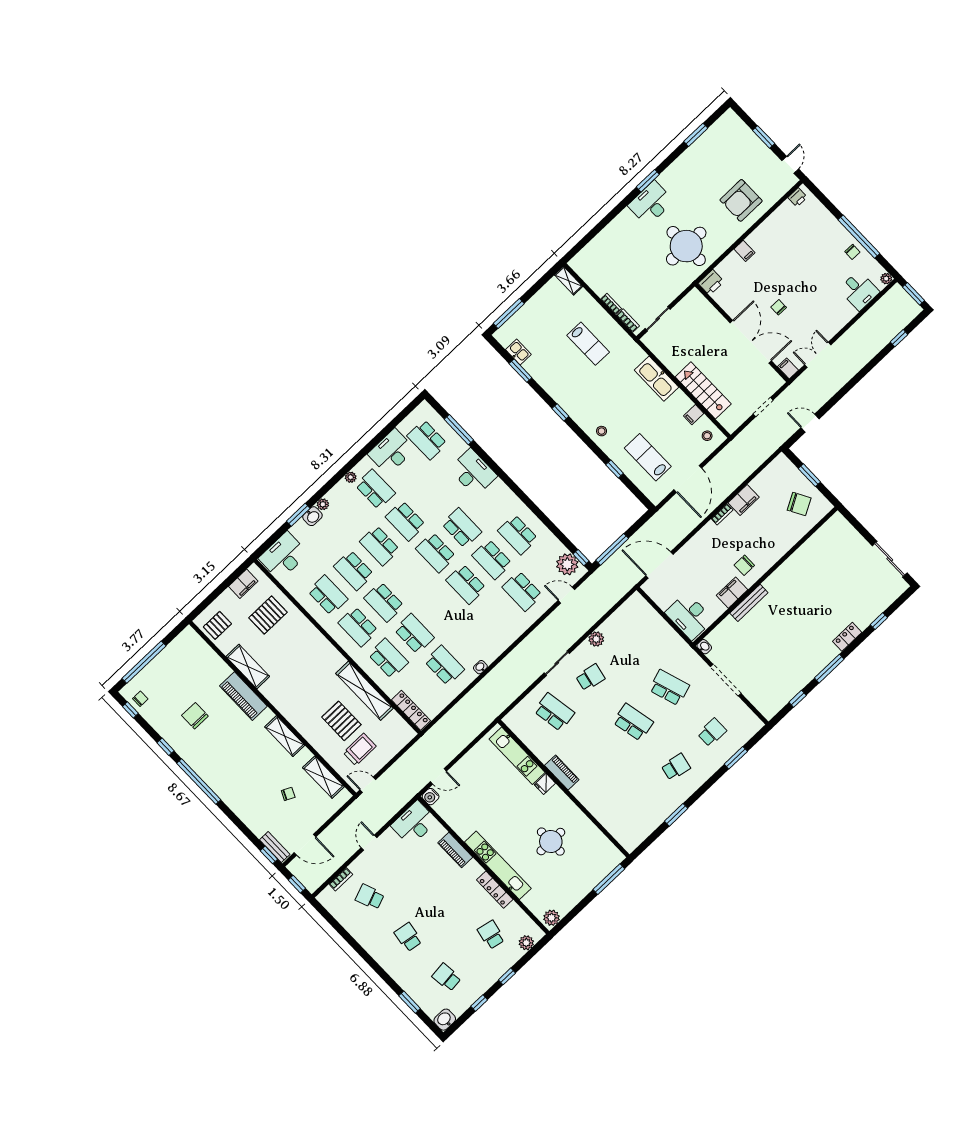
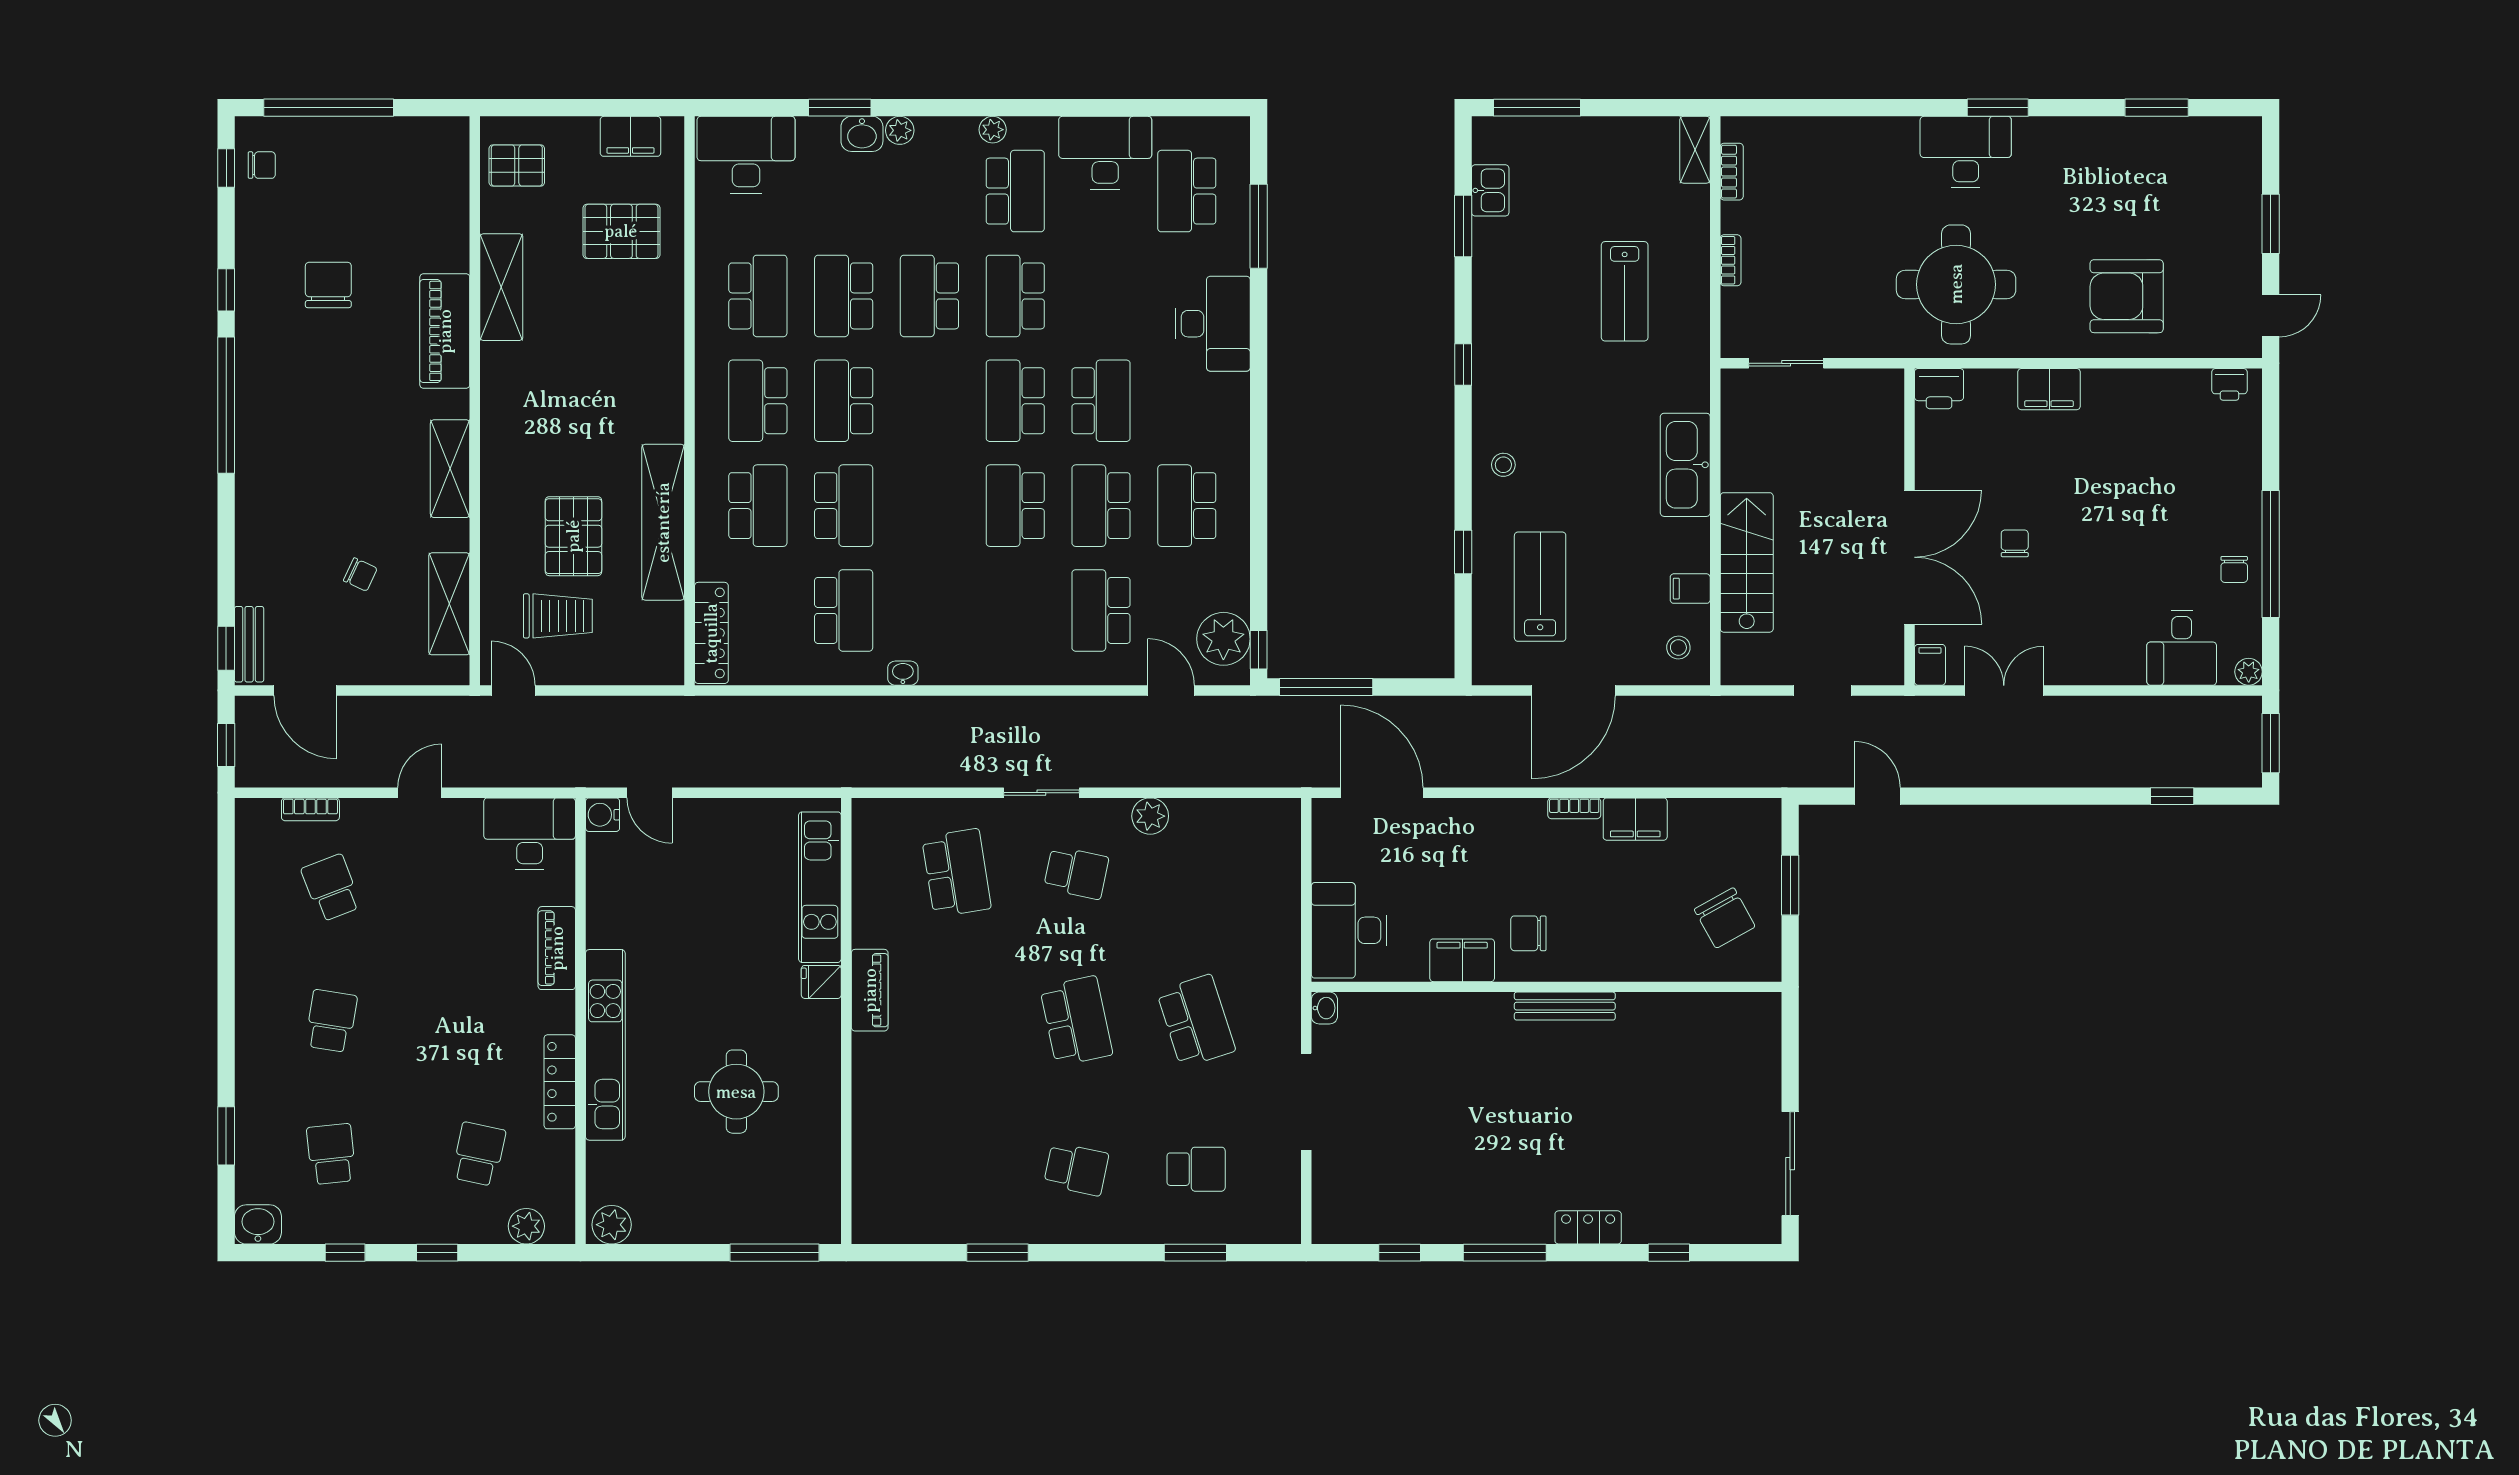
filing cabinet: (744, 251) -> (2049, 389), width x2.00
bookcase: (628, 321) -> (1732, 172), moved
bench: (749, 603) -> (1565, 1006), moved

